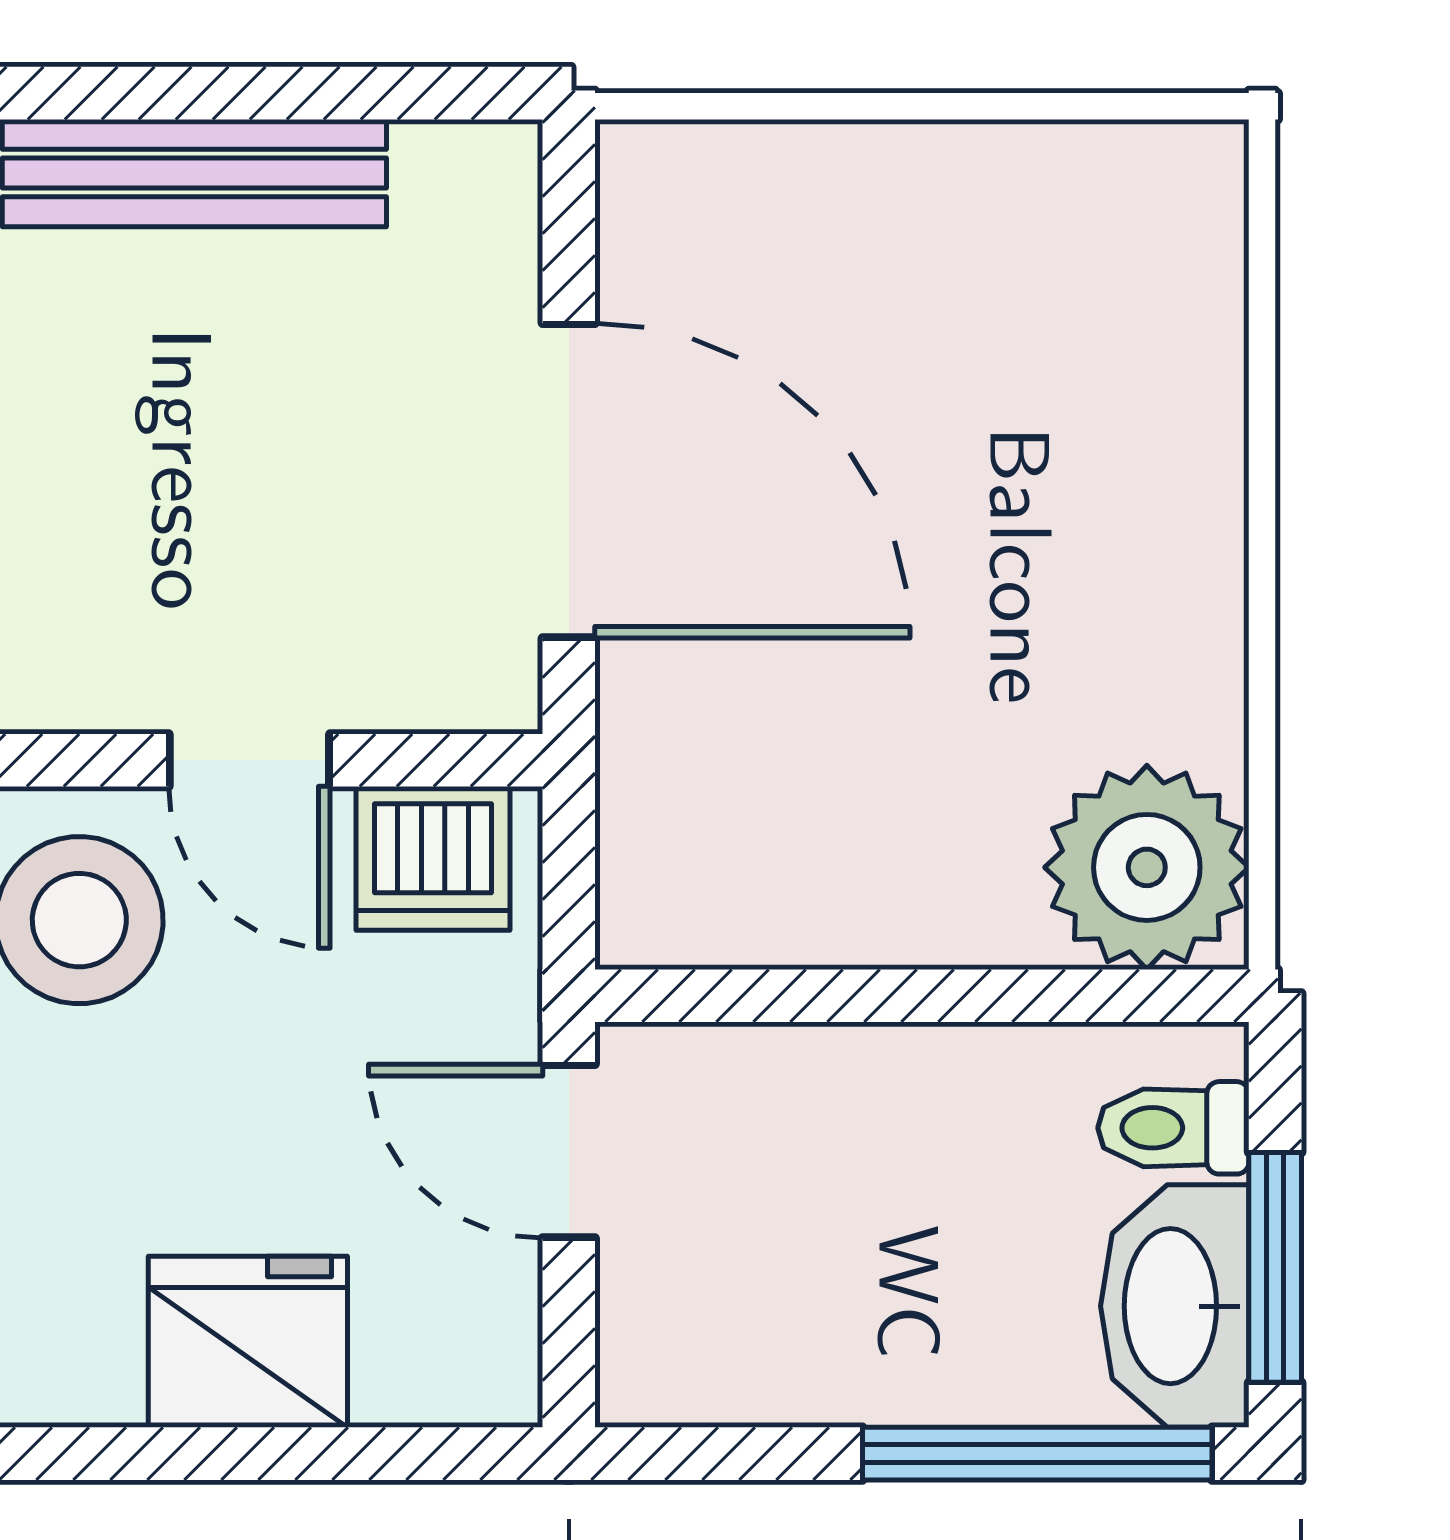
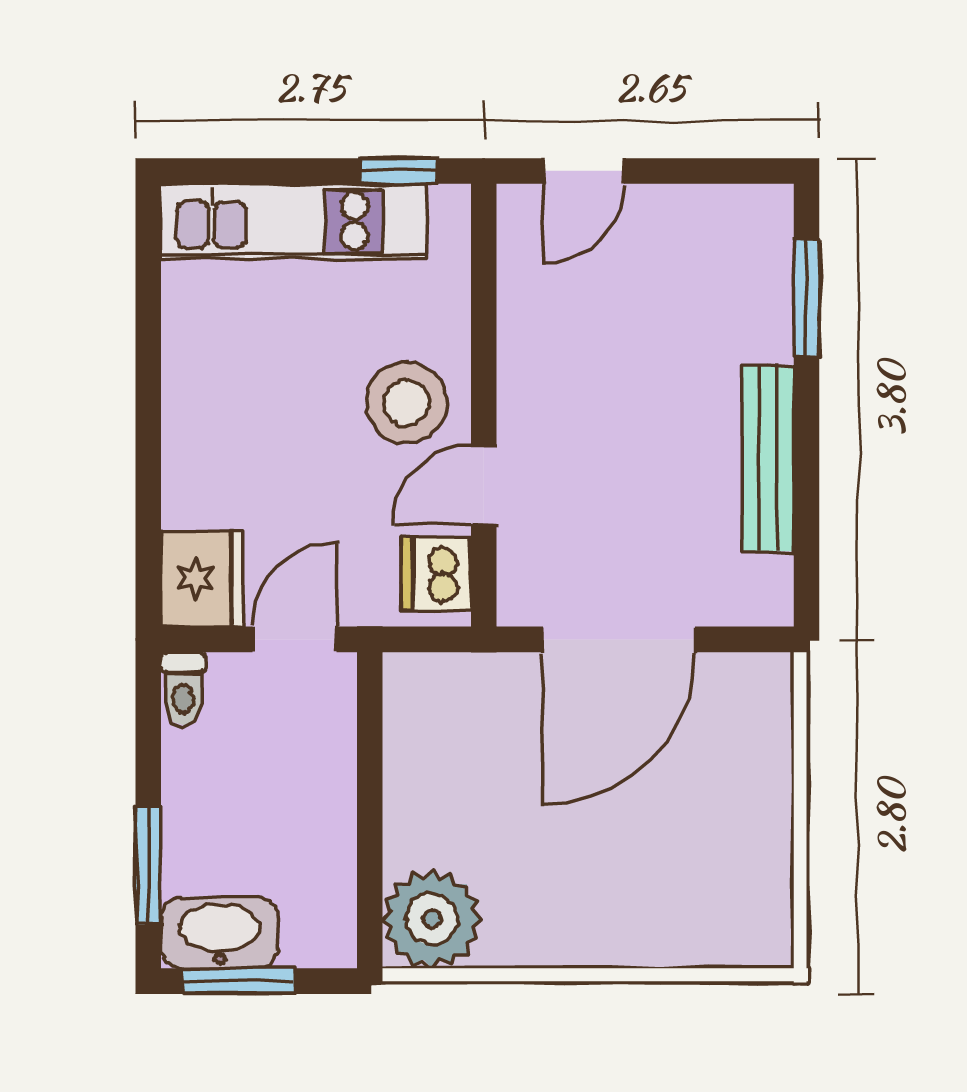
toilet: (1173, 1128) -> (183, 689), moved, turned 180
fridge: (248, 1342) -> (202, 579), moved
window: (1037, 1454) -> (148, 866), width x0.69

